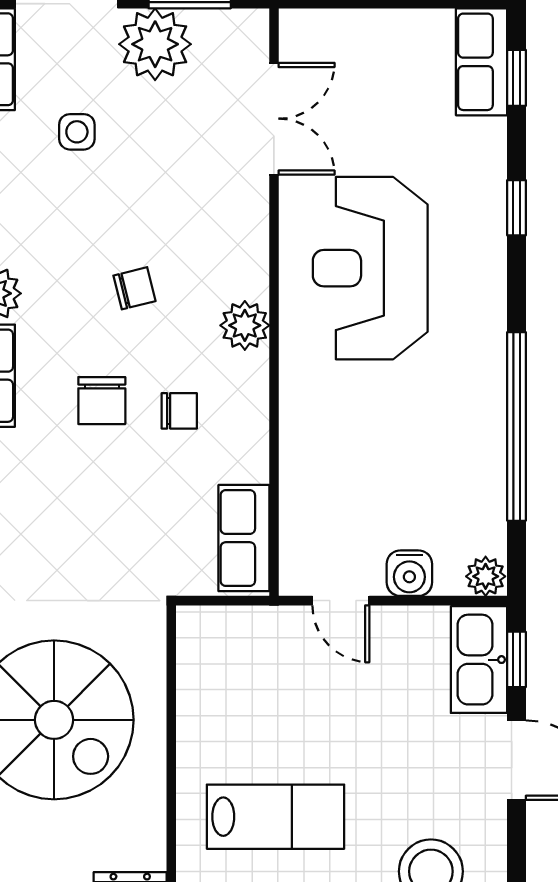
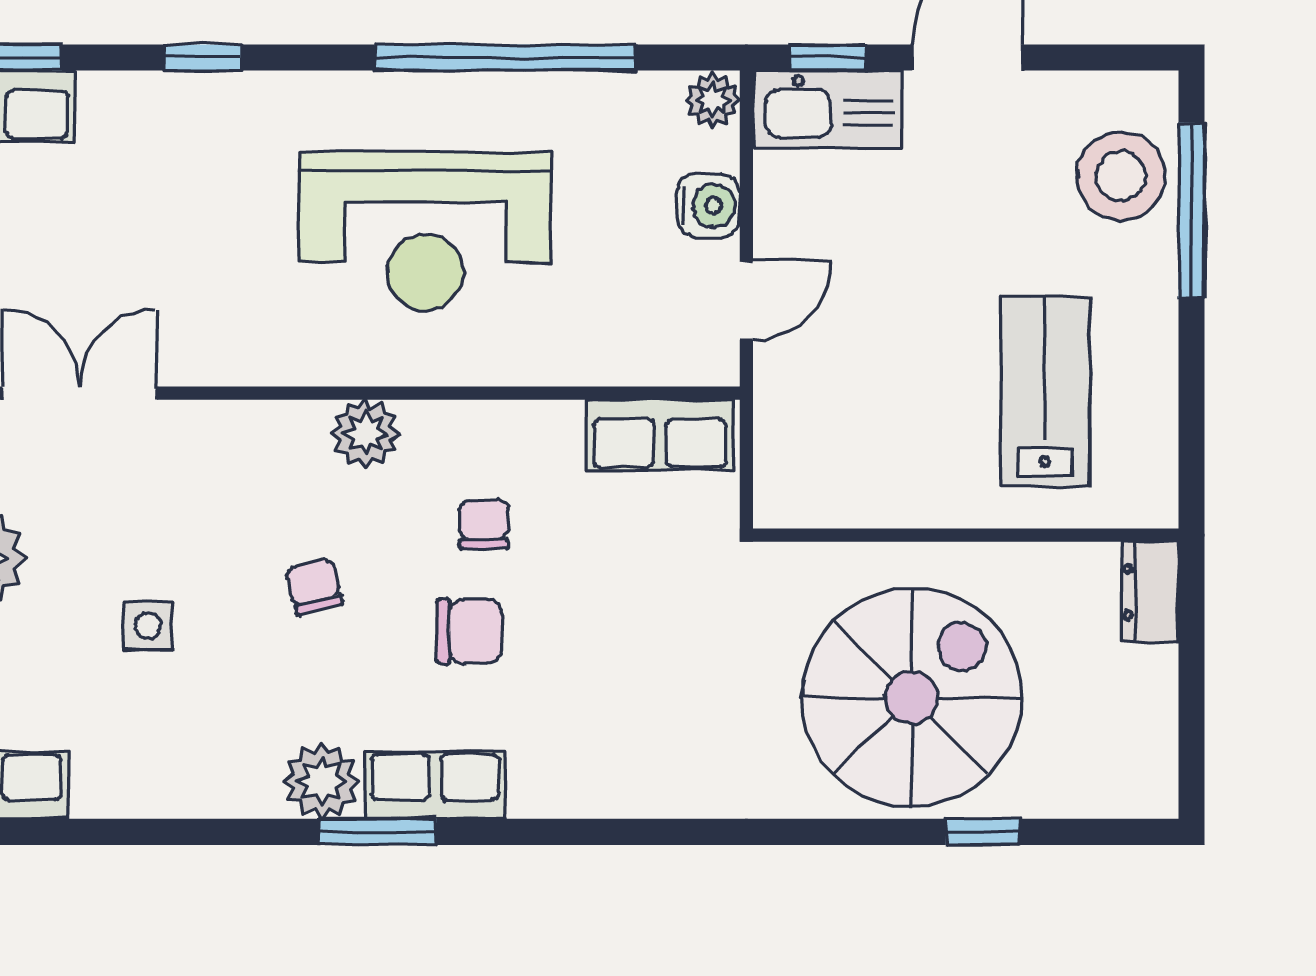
side table: (77, 132) -> (148, 625), moved
reception desk: (370, 268) -> (425, 231), moved

